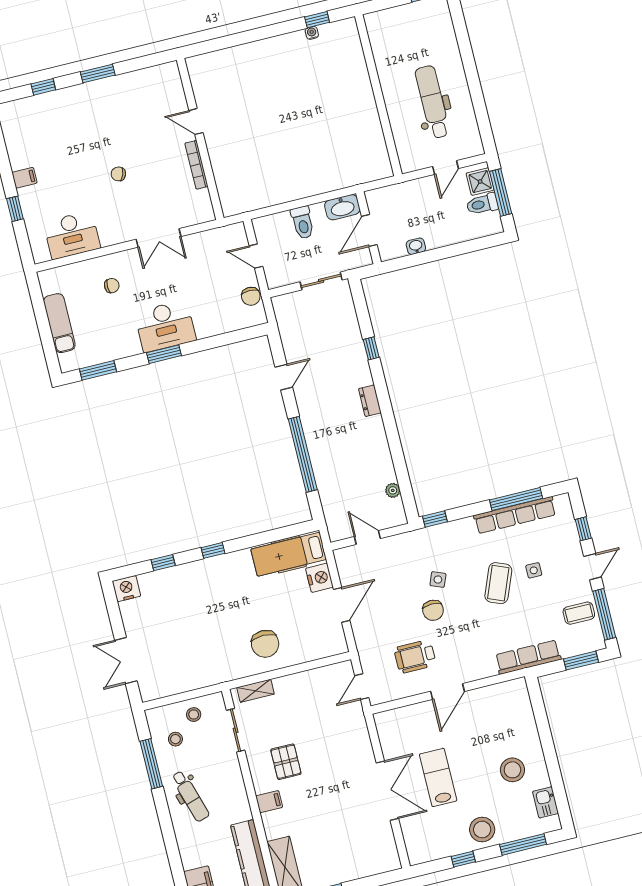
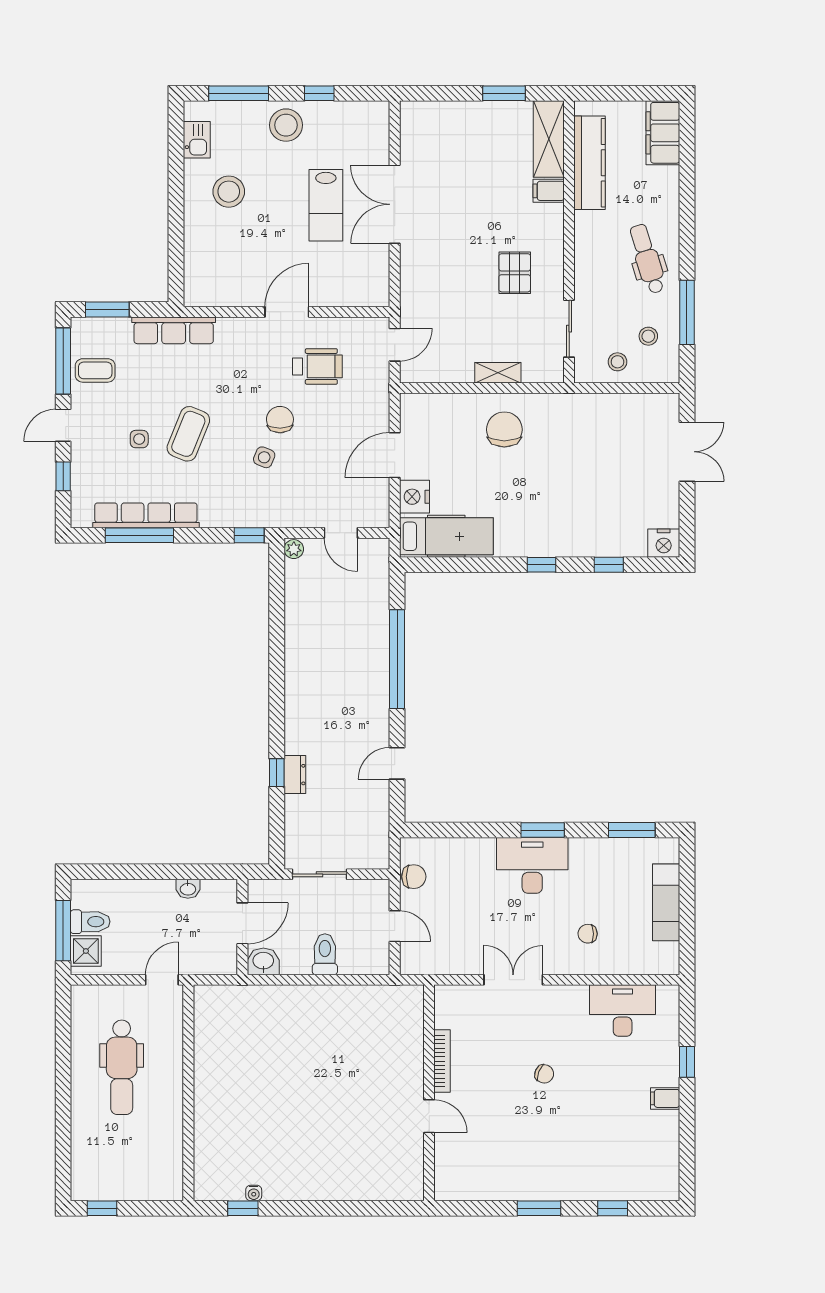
door: (446, 167) -> (162, 980), moved
washbasin: (342, 207) -> (263, 961), width x0.72
chair: (251, 296) -> (414, 877), turned 90
dresser: (370, 401) -> (295, 775), moved
plant: (393, 490) -> (294, 549), moved
shelving: (256, 691) -> (498, 373), moved
filing cabinet: (269, 802) -> (549, 191), moved

